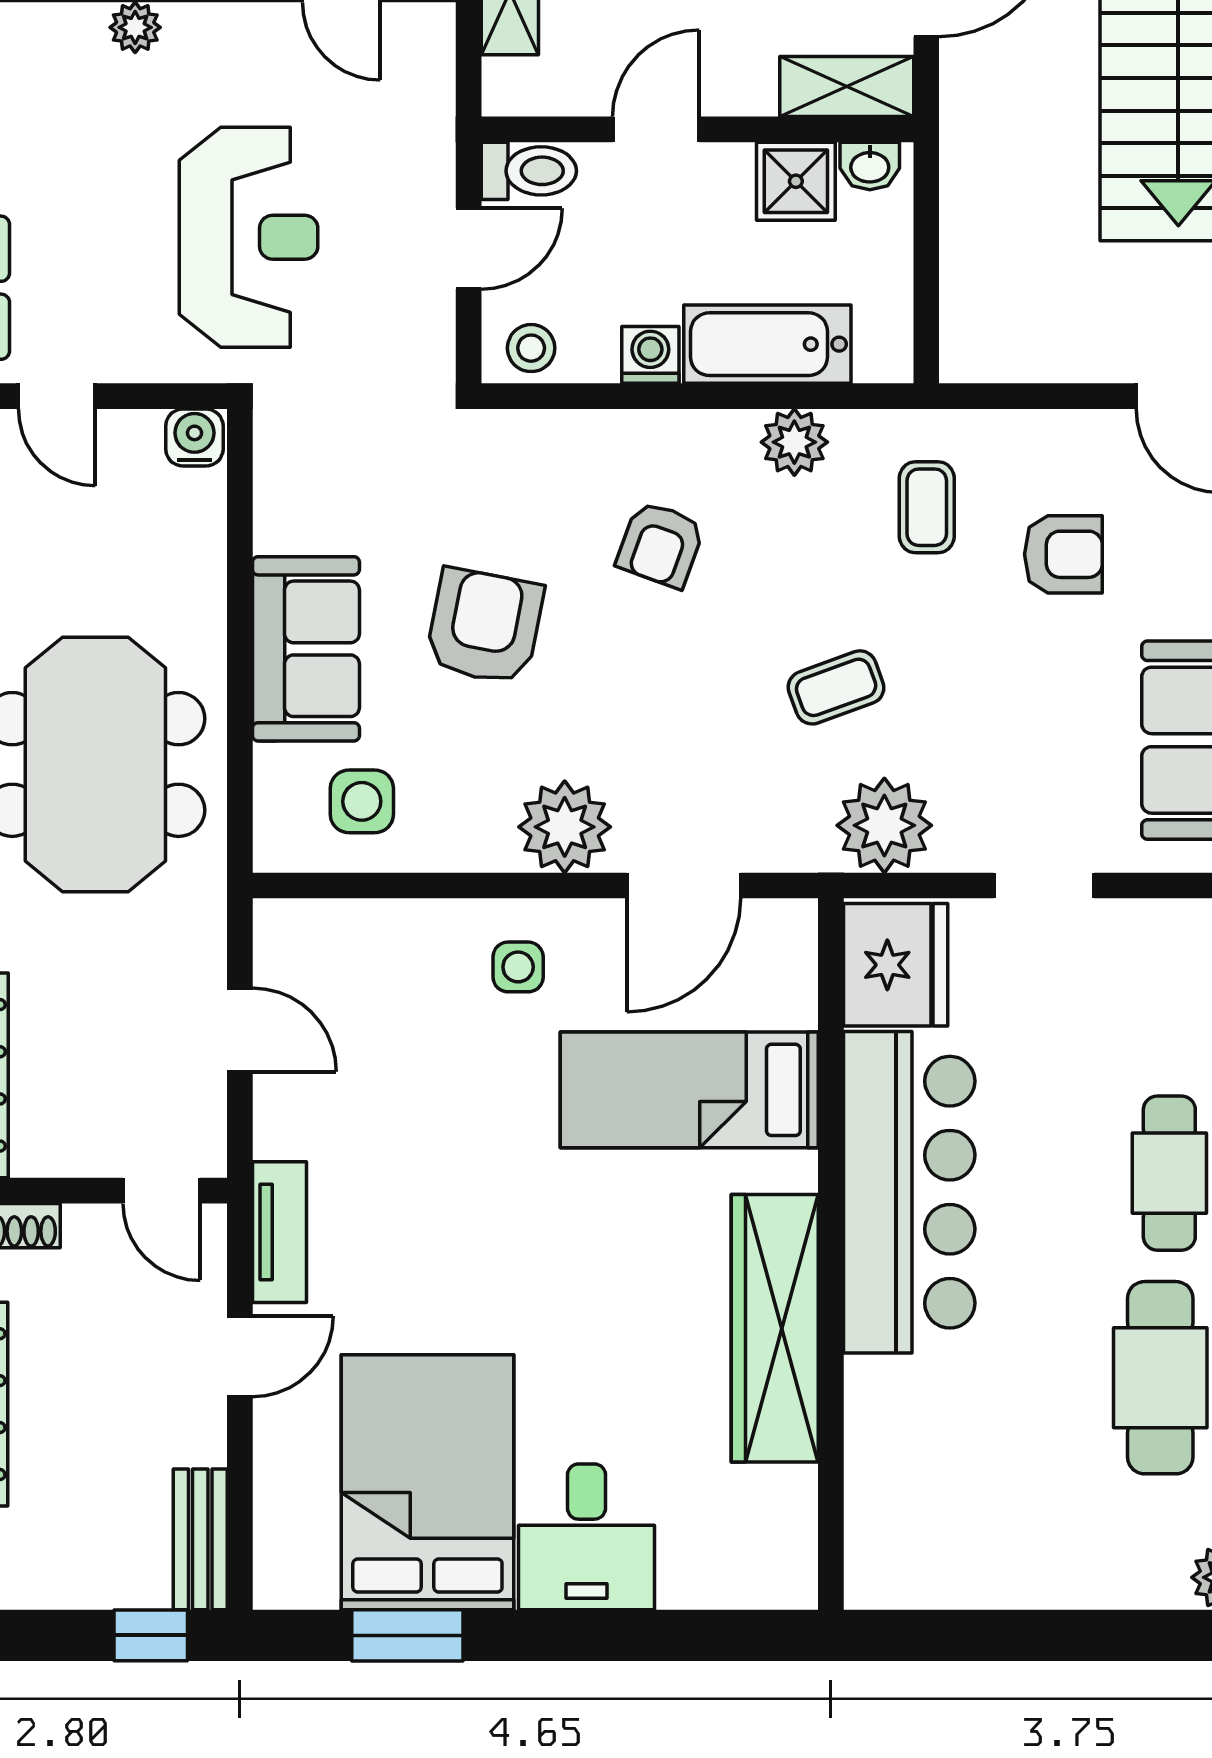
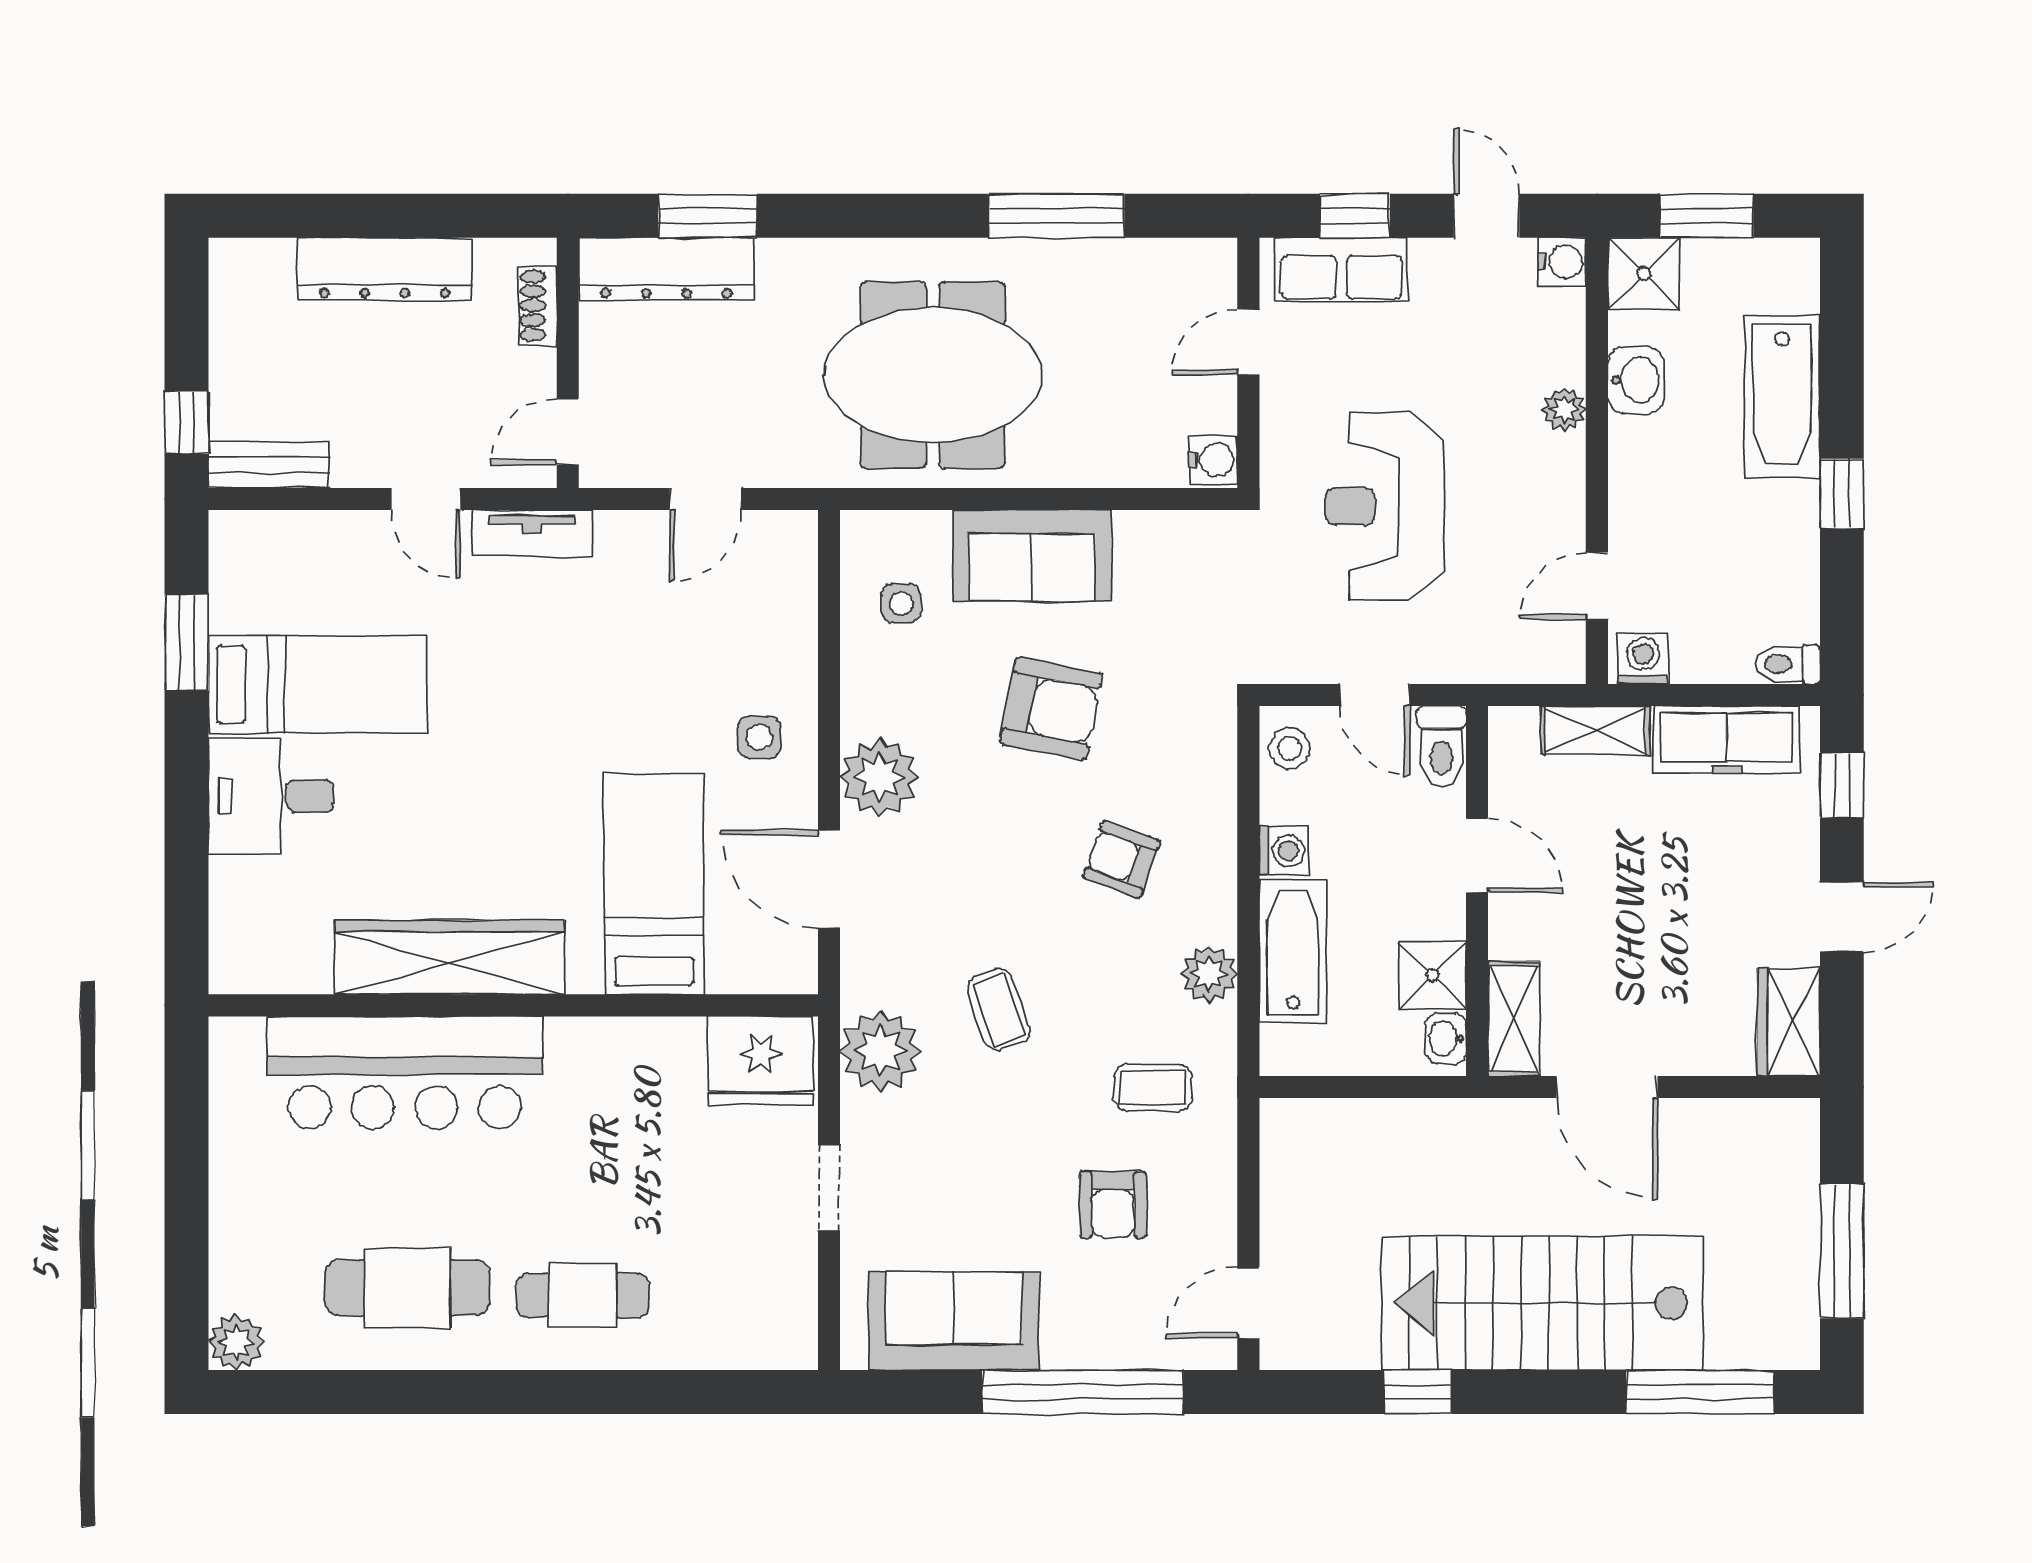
reception desk: (249, 237) -> (1385, 506), turned 90
side table: (362, 801) -> (901, 603), width x0.73, depth x0.73
bar counter: (909, 1192) -> (405, 1072), moved
bed: (427, 1482) -> (318, 684), width x0.67

